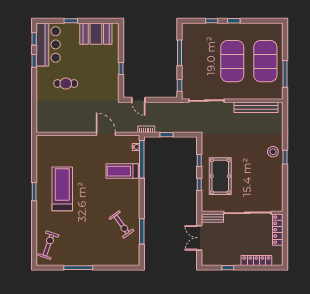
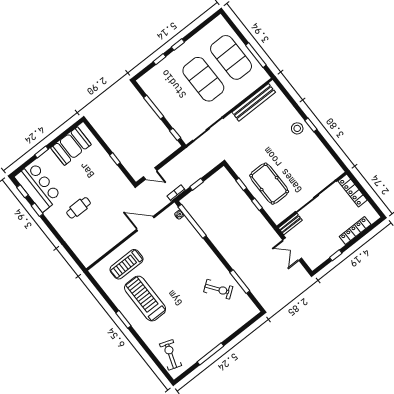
treadmill: (122, 171) -> (126, 264), moved

